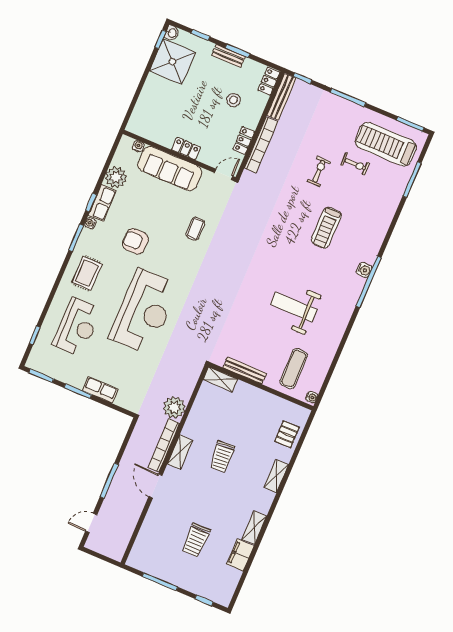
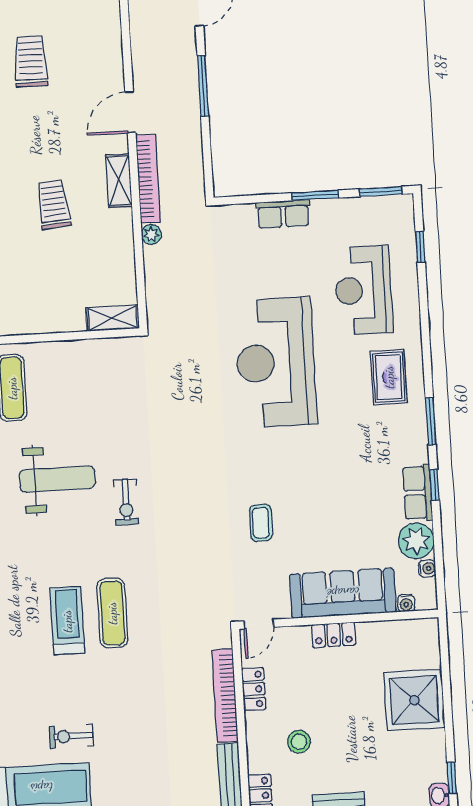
shower: (172, 62) -> (414, 700), moved
exercise bike: (319, 171) -> (126, 502), moved
exercise mat: (300, 220) -> (112, 613), added
water cooler: (90, 223) -> (427, 568), moved
armchair: (135, 241) -> (340, 460), removed
bench: (245, 371) -> (83, 349), removed
plant: (174, 407) -> (151, 234), width x0.53, depth x0.53
door: (156, 486) -> (130, 112), swing flipped

